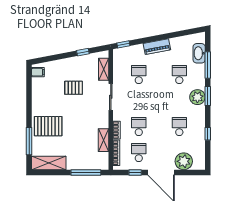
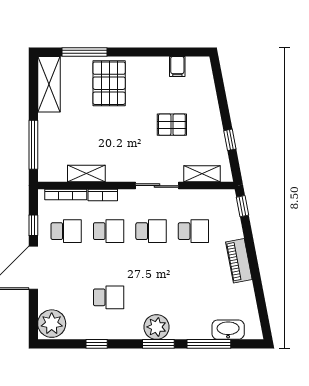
filing cabinet: (38, 72) -> (177, 67), moved
school desk: (179, 74) -> (151, 231), moved
pallet: (74, 88) -> (172, 125), turned 90
plant: (184, 161) -> (52, 324), moved

